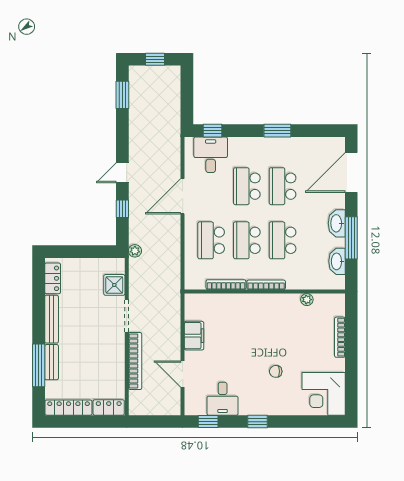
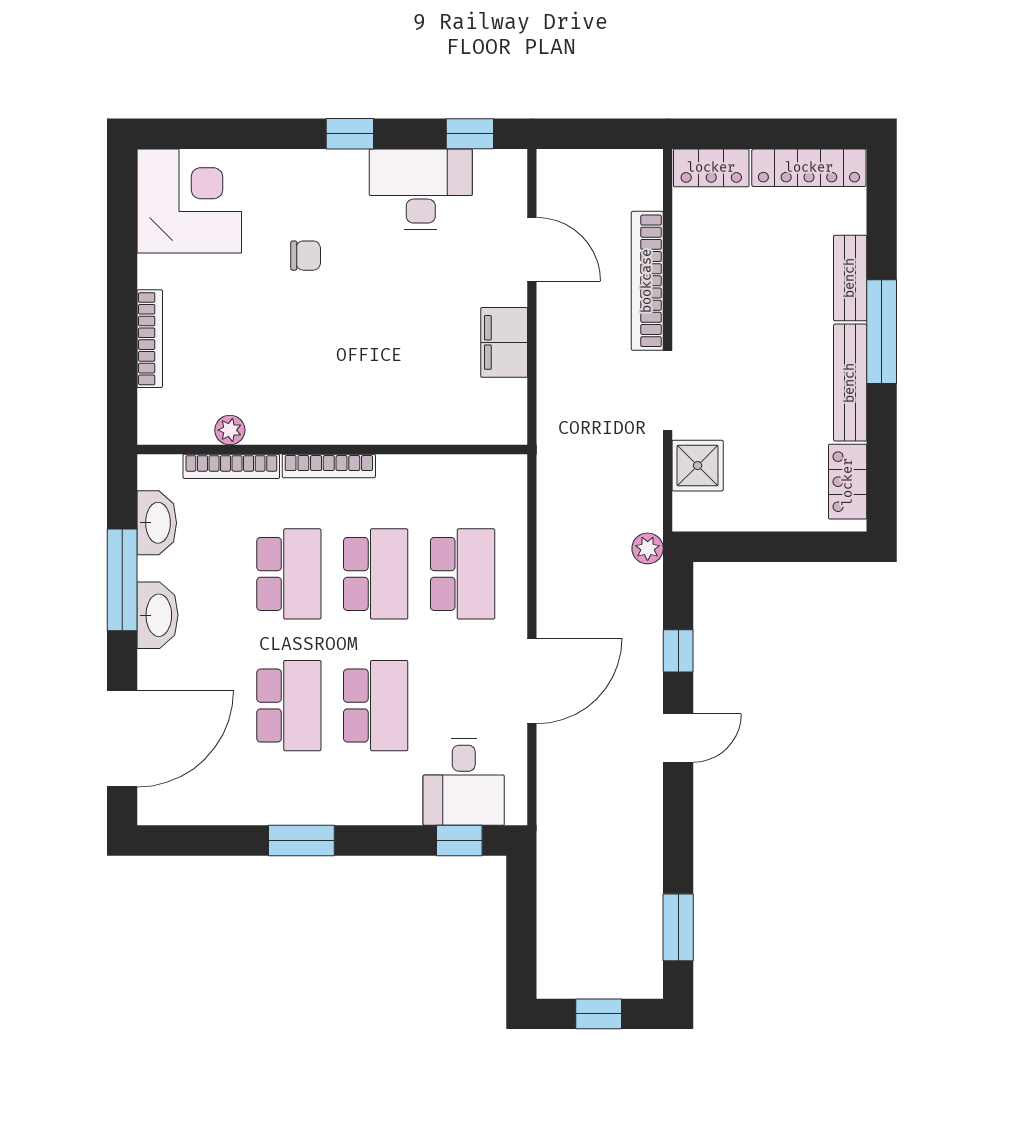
bookcase: (226, 285) -> (231, 466), moved
window: (39, 365) -> (882, 332), moved
desk: (223, 399) -> (421, 189), width x1.37

